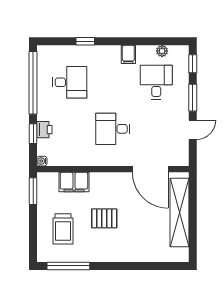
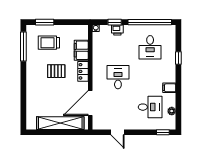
window: (193, 98) -> (140, 132), removed
locker: (104, 180) -> (83, 71), added
window: (33, 191) -> (45, 22), moved
pallet: (104, 218) -> (56, 71), turned 90

